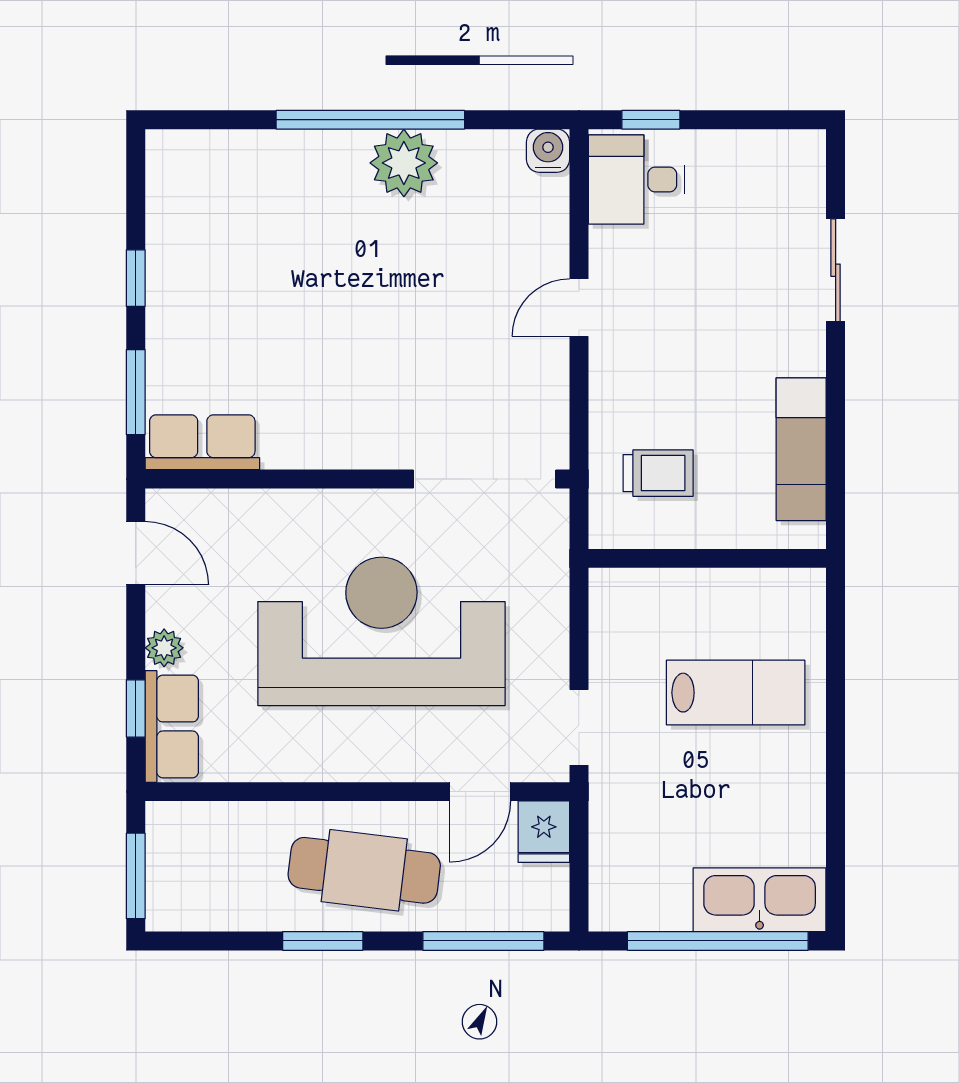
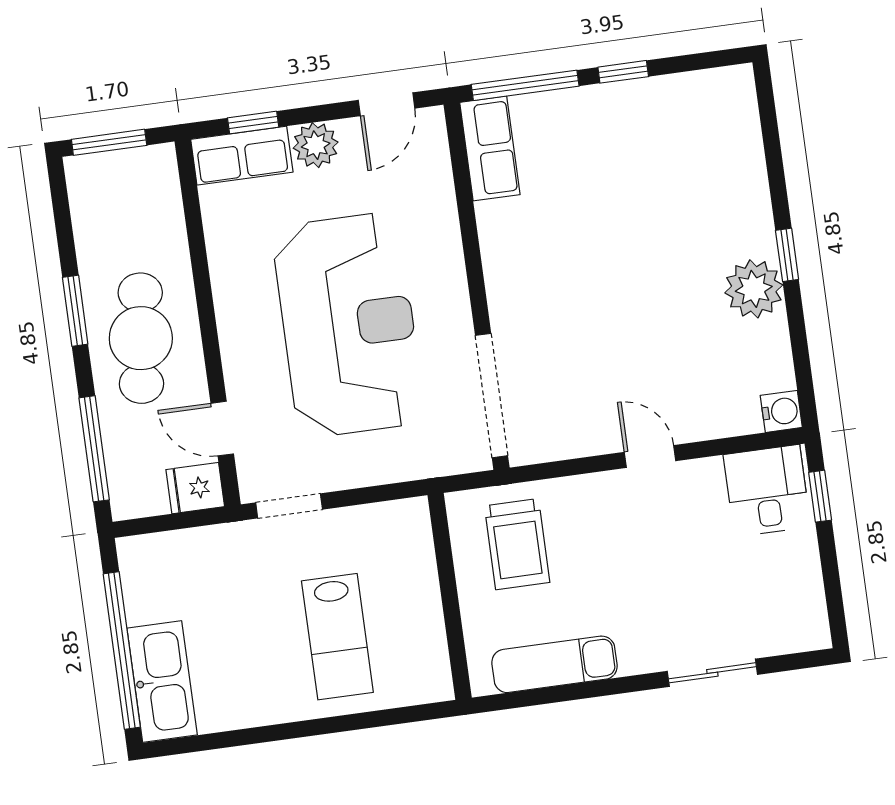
window: (370, 120) -> (787, 255), width x0.32
window: (136, 392) -> (525, 85), width x1.44
trolley: (658, 473) -> (517, 544), width x1.36, depth x1.39
plant: (164, 648) -> (316, 145), width x1.38, depth x1.38

